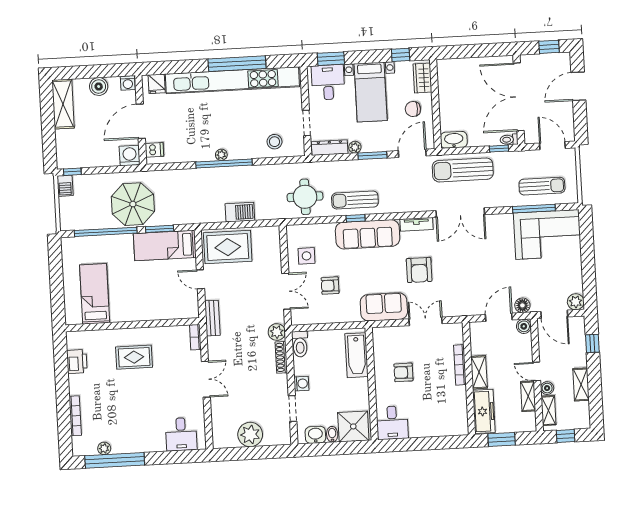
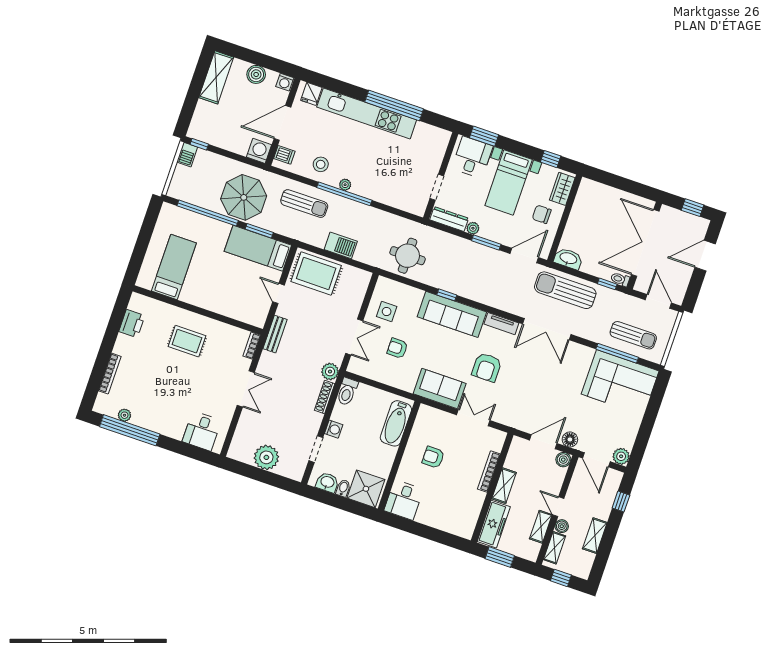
kitchen unit: (232, 80) -> (367, 113), width x0.73
stool: (274, 142) -> (321, 164), moved
sun lounger: (355, 200) -> (304, 204), moved, turned 180

